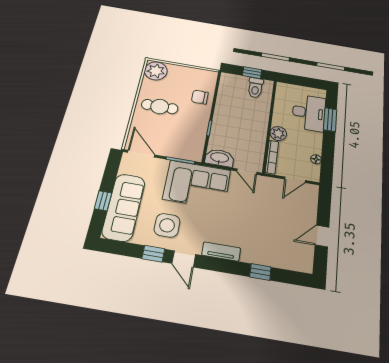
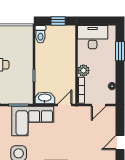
toilet: (255, 88) -> (40, 34), moved
chair: (200, 97) -> (23, 51), removed
desk: (309, 113) -> (93, 37), moved, turned -90
door: (247, 172) -> (65, 105), swing flipped

